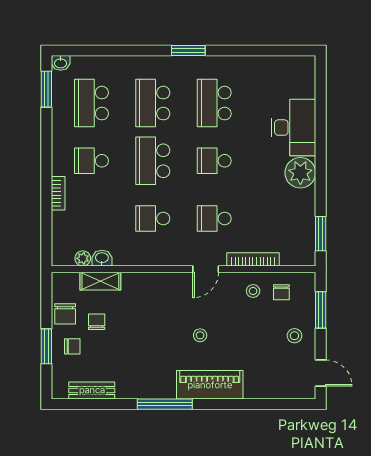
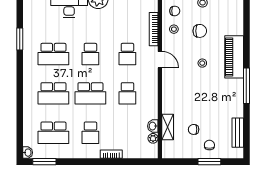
window: (188, 51) -> (20, 39), moved
chair: (65, 314) -> (200, 31), moved

